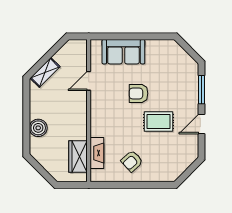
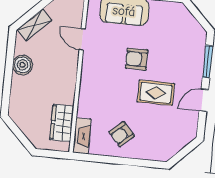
door: (89, 81) -> (82, 39), hinge flipped
boiler: (38, 128) -> (23, 65), moved
fireplace: (97, 153) -> (82, 136), moved

